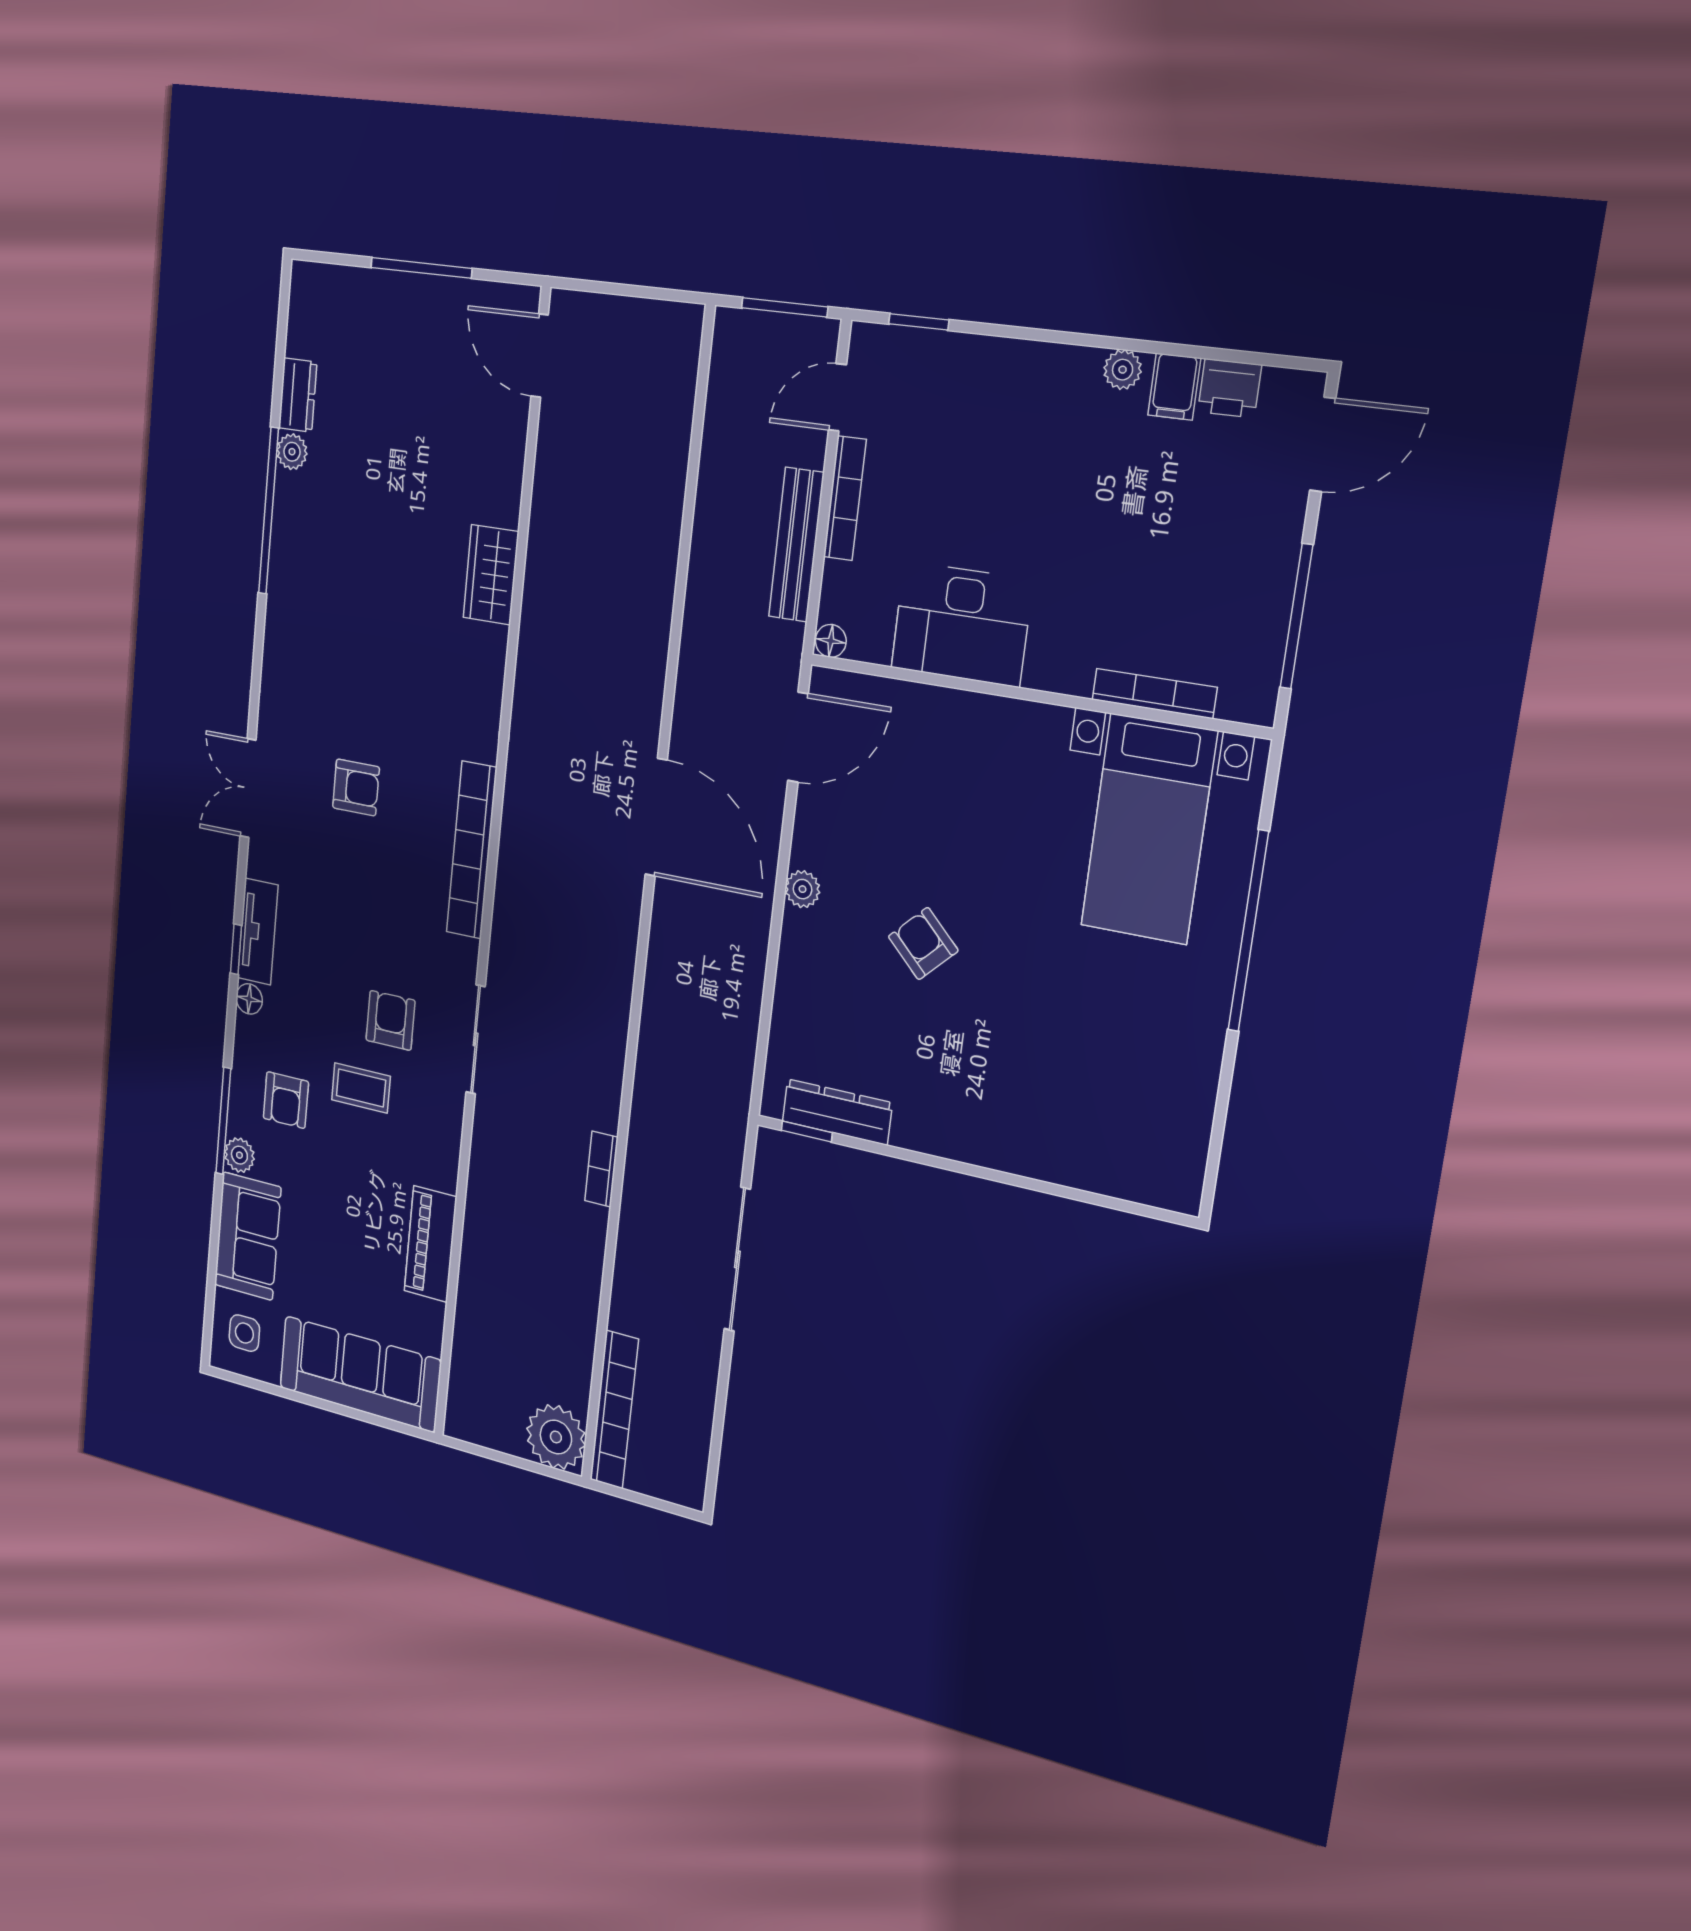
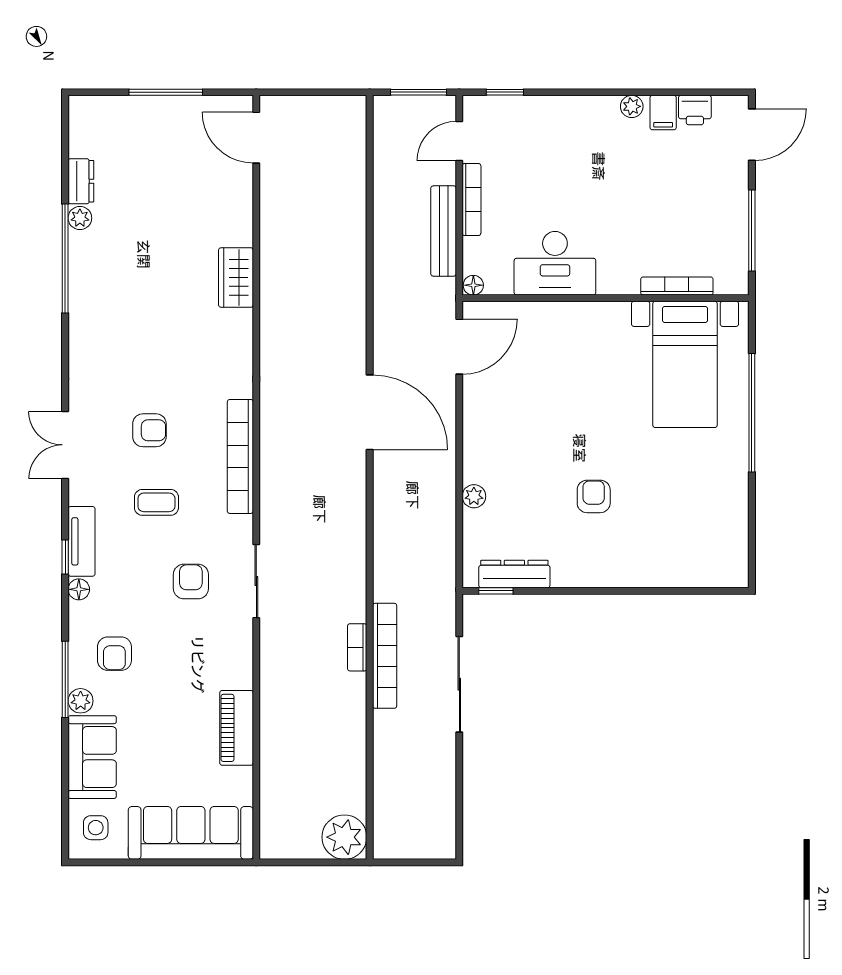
plant: (802, 889) -> (474, 496), moved
armchair: (923, 944) -> (594, 496), moved, turned 45
coffee table: (361, 1088) -> (156, 502), moved
bookcase: (614, 1410) -> (385, 656), moved

